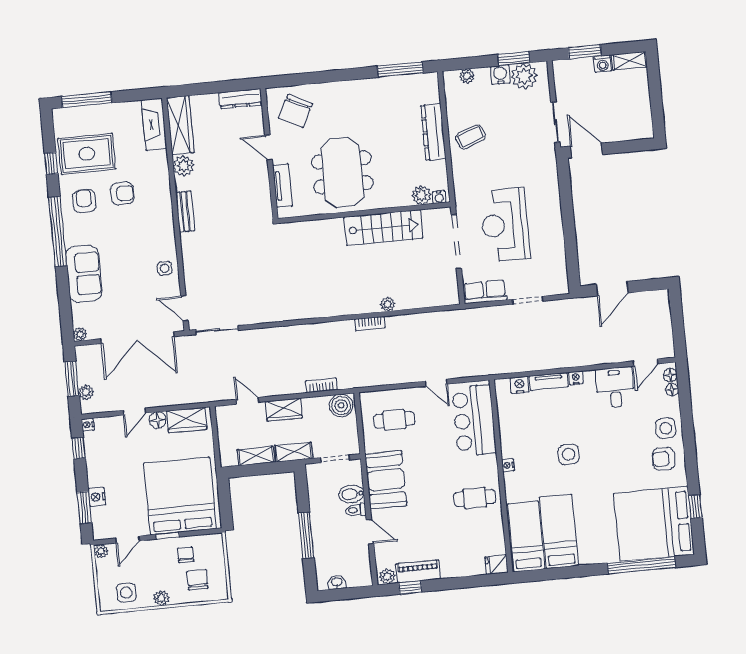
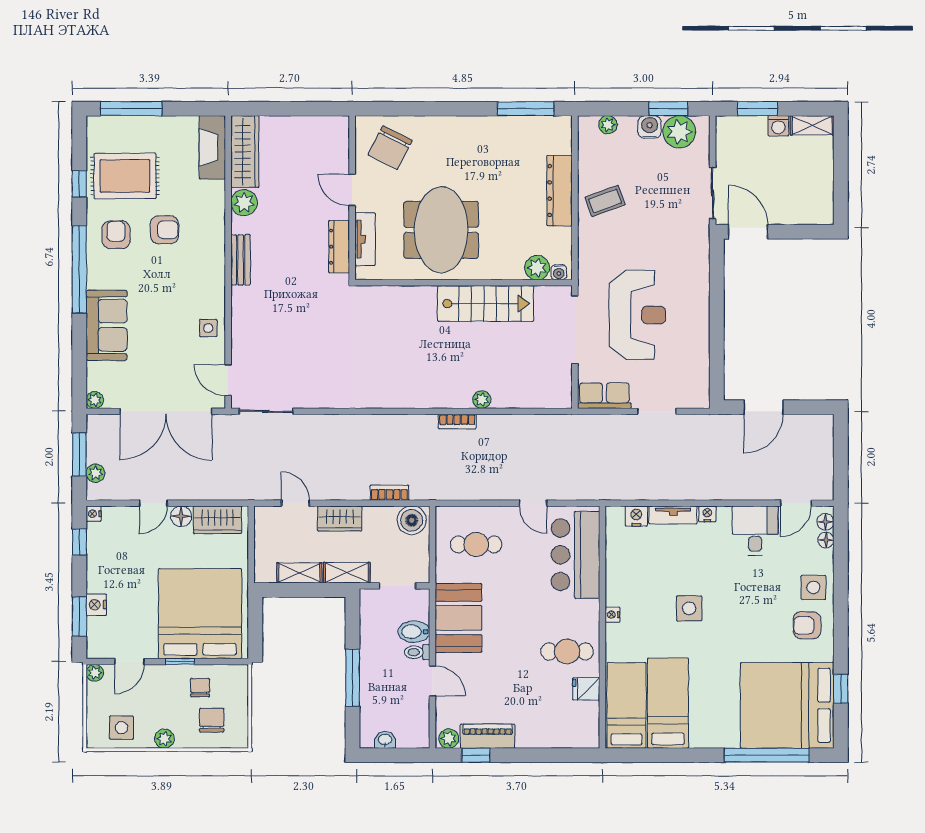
dresser: (240, 99) -> (339, 247), moved, turned 90
reception desk: (505, 225) -> (637, 315), turned 180
fridge: (496, 565) -> (586, 689), moved

